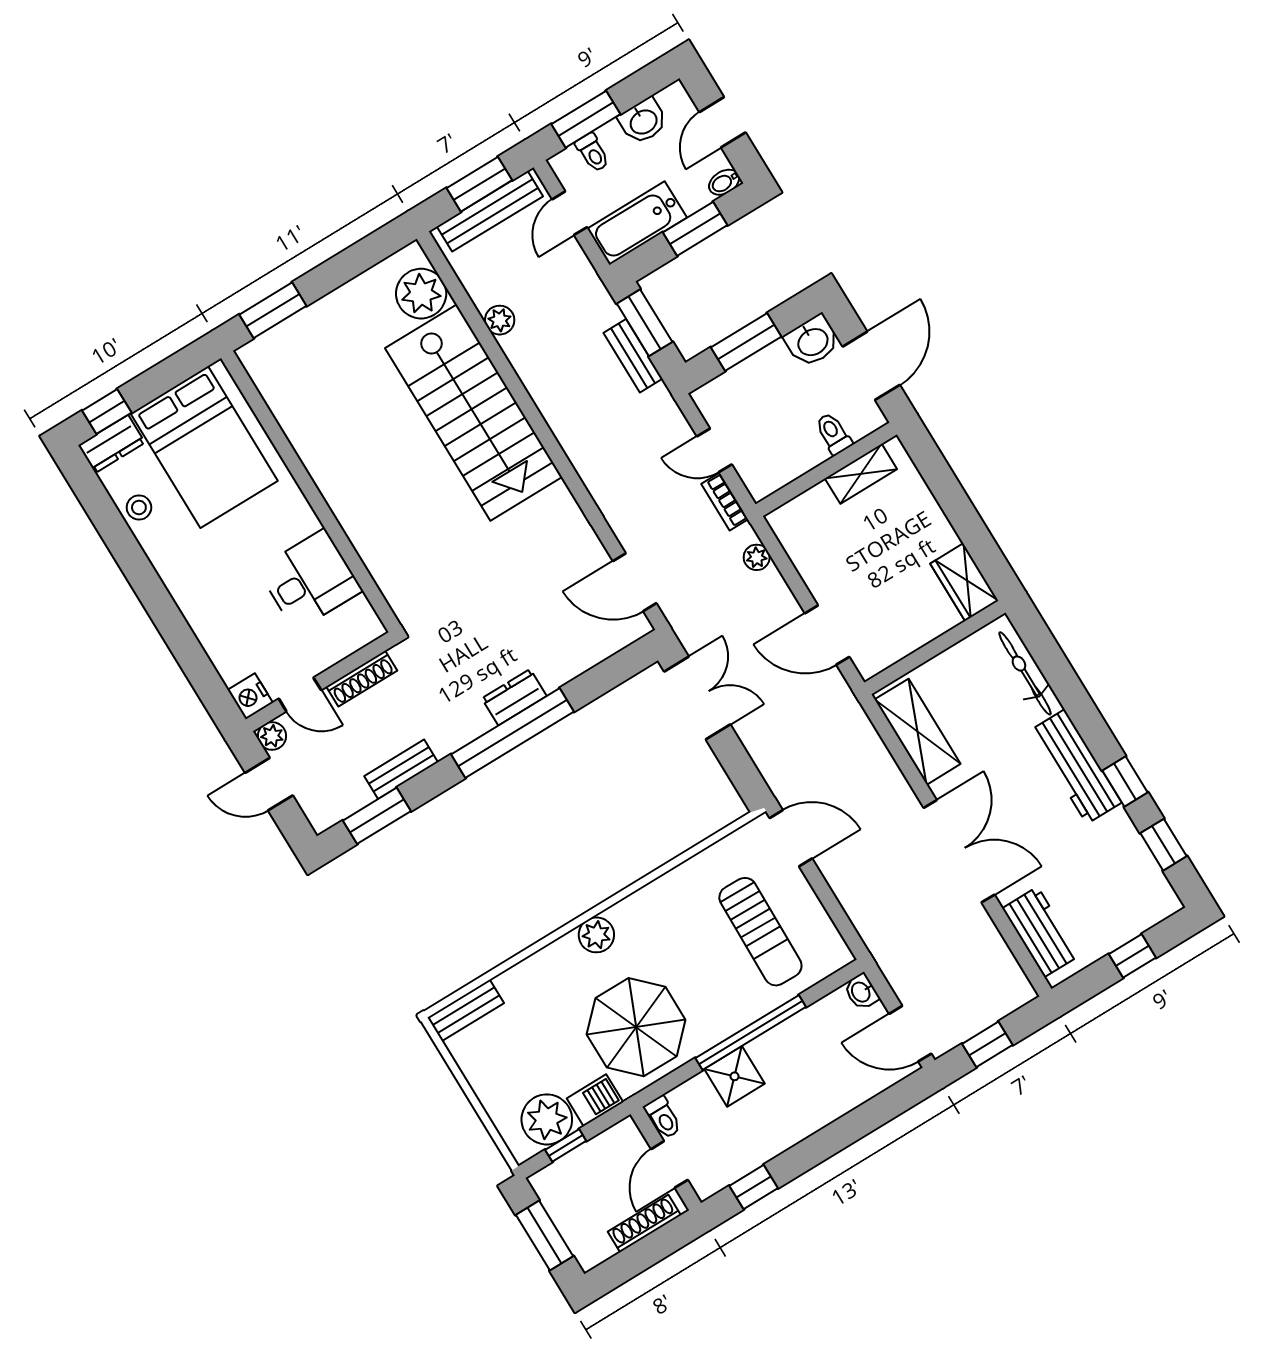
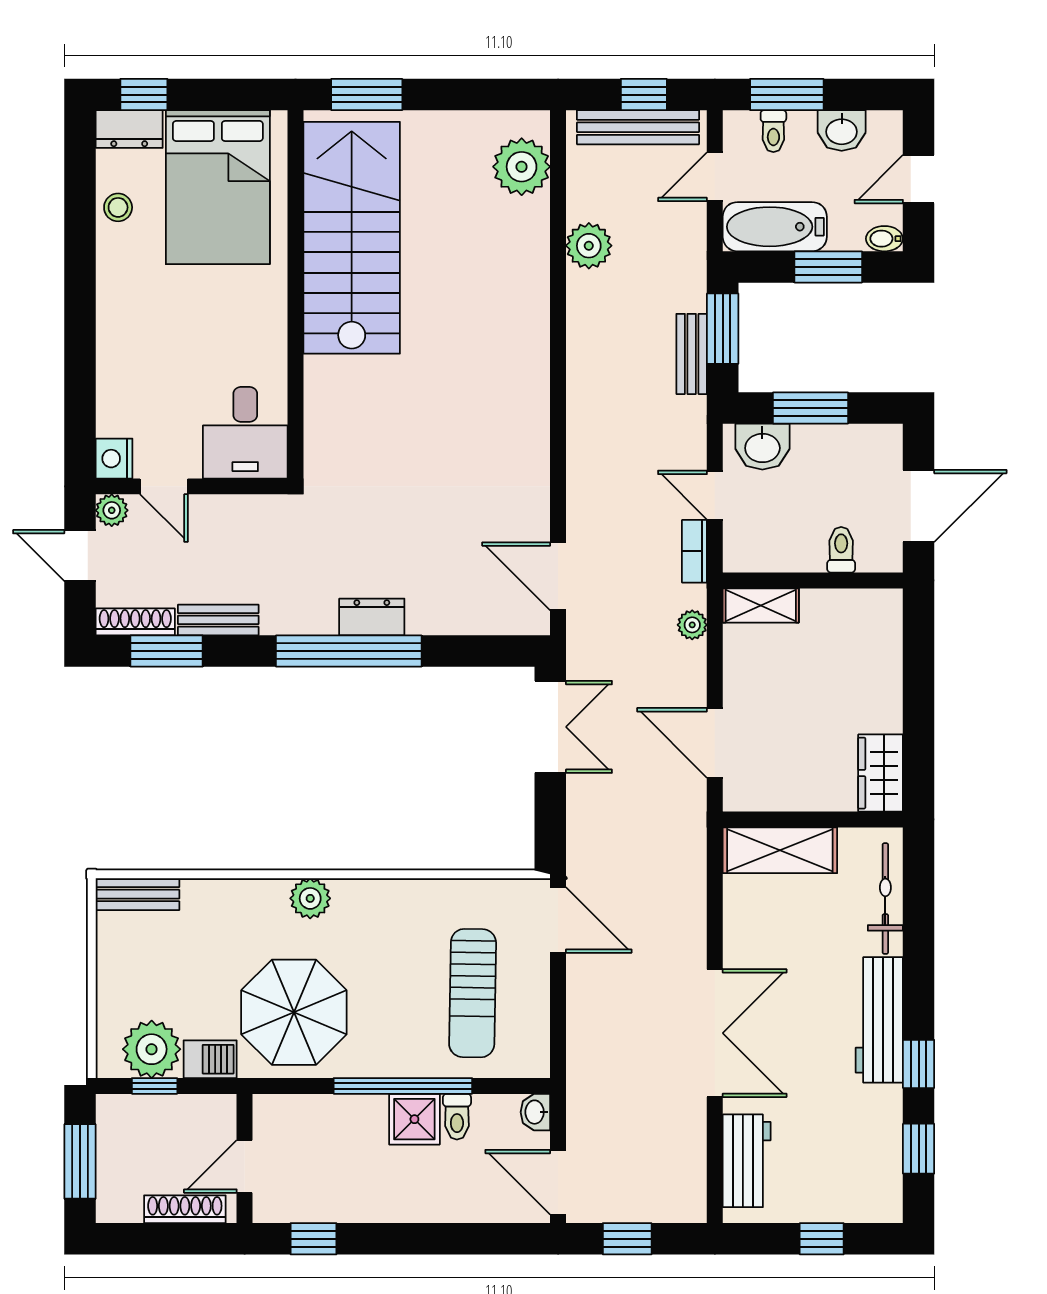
window: (479, 184) -> (644, 95), width x0.67
plant: (500, 320) -> (589, 246), width x1.38, depth x1.38
washbasin: (812, 341) -> (762, 447), moved
stairs: (474, 413) -> (352, 238), moved, turned 180
shelving: (861, 474) -> (761, 605), moved
desk: (310, 580) -> (245, 433), moved, turned 90
shoe rack: (362, 679) -> (135, 622), moved, turned 180
shelving: (918, 732) -> (780, 850), moved, turned 90
shower: (735, 1076) -> (414, 1119), moved
toilet: (663, 1117) -> (457, 1117), moved

